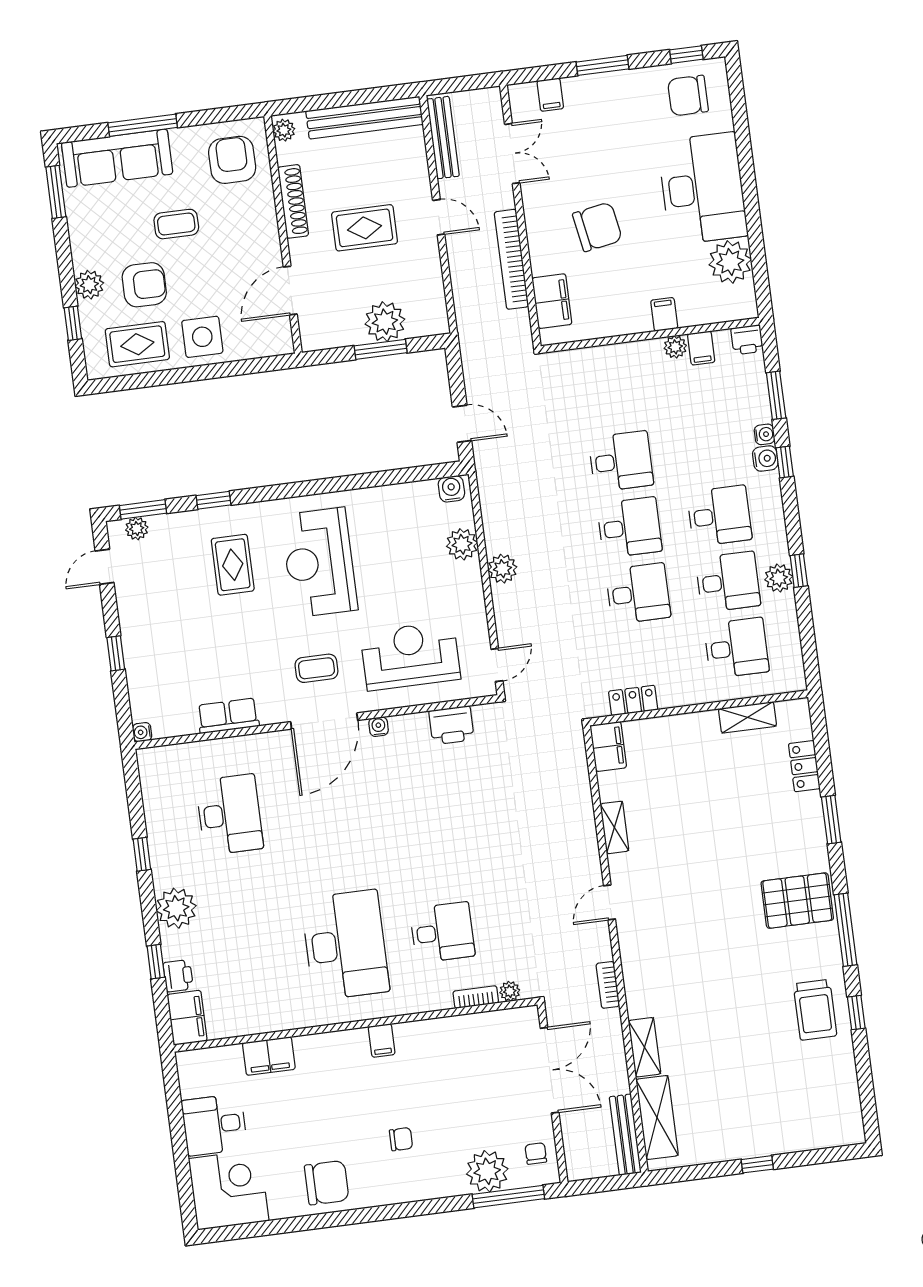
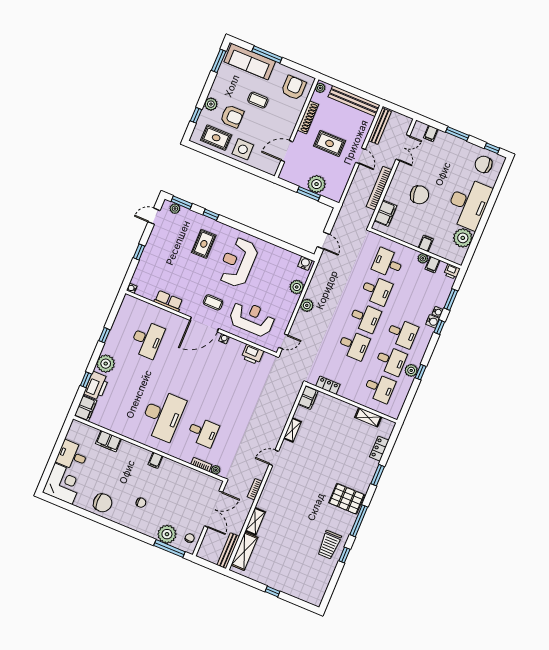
desk: (612, 395) -> (388, 263), added
printer: (178, 976) -> (96, 386), width x1.87, depth x1.48

